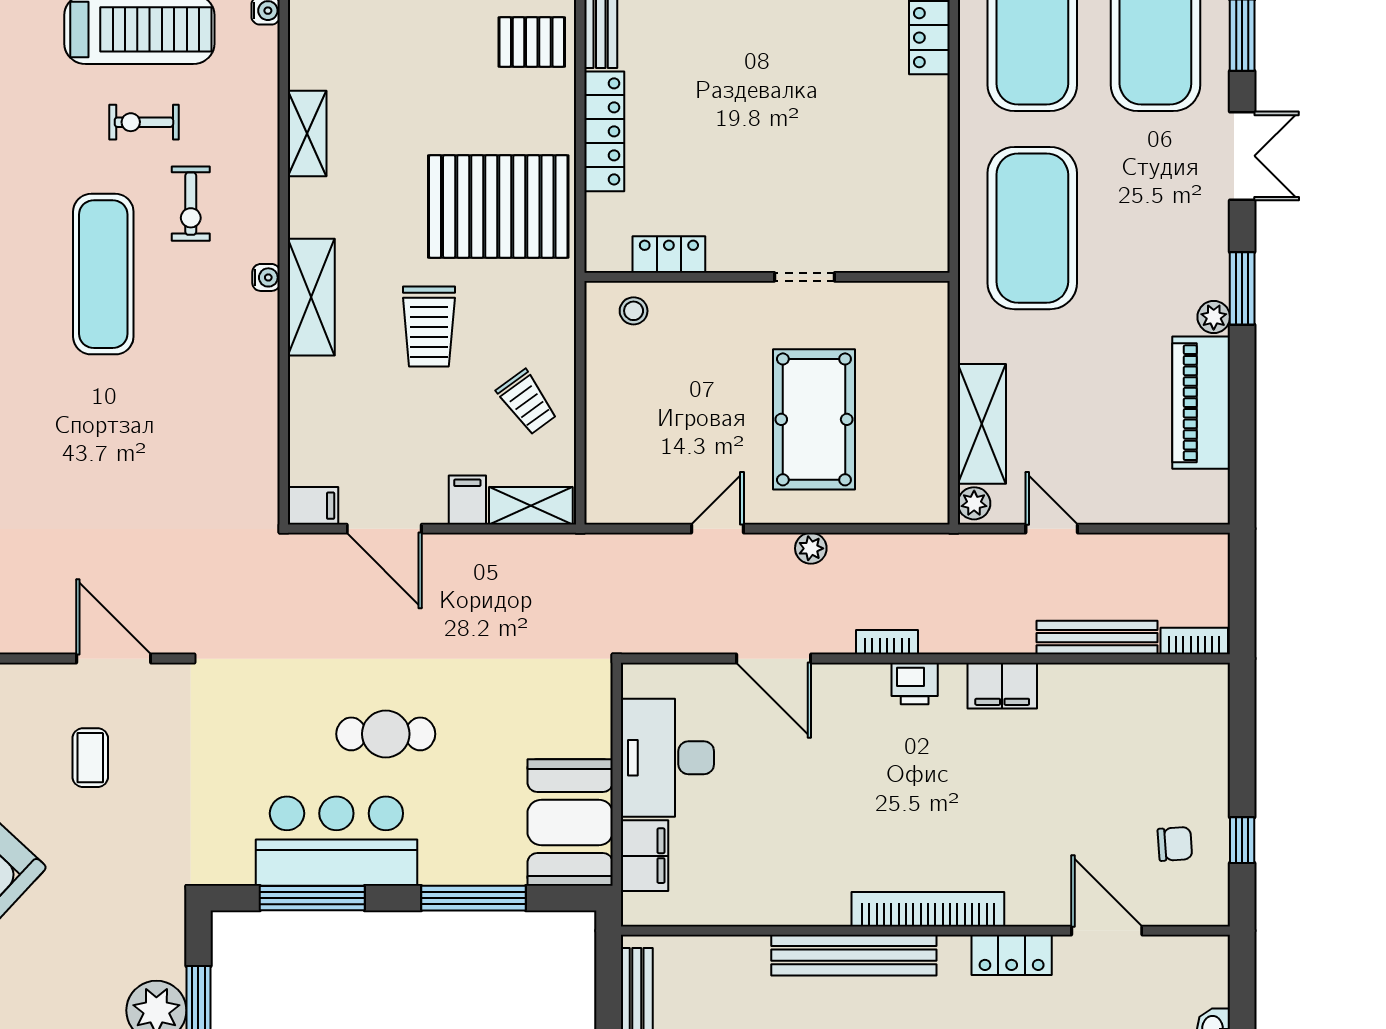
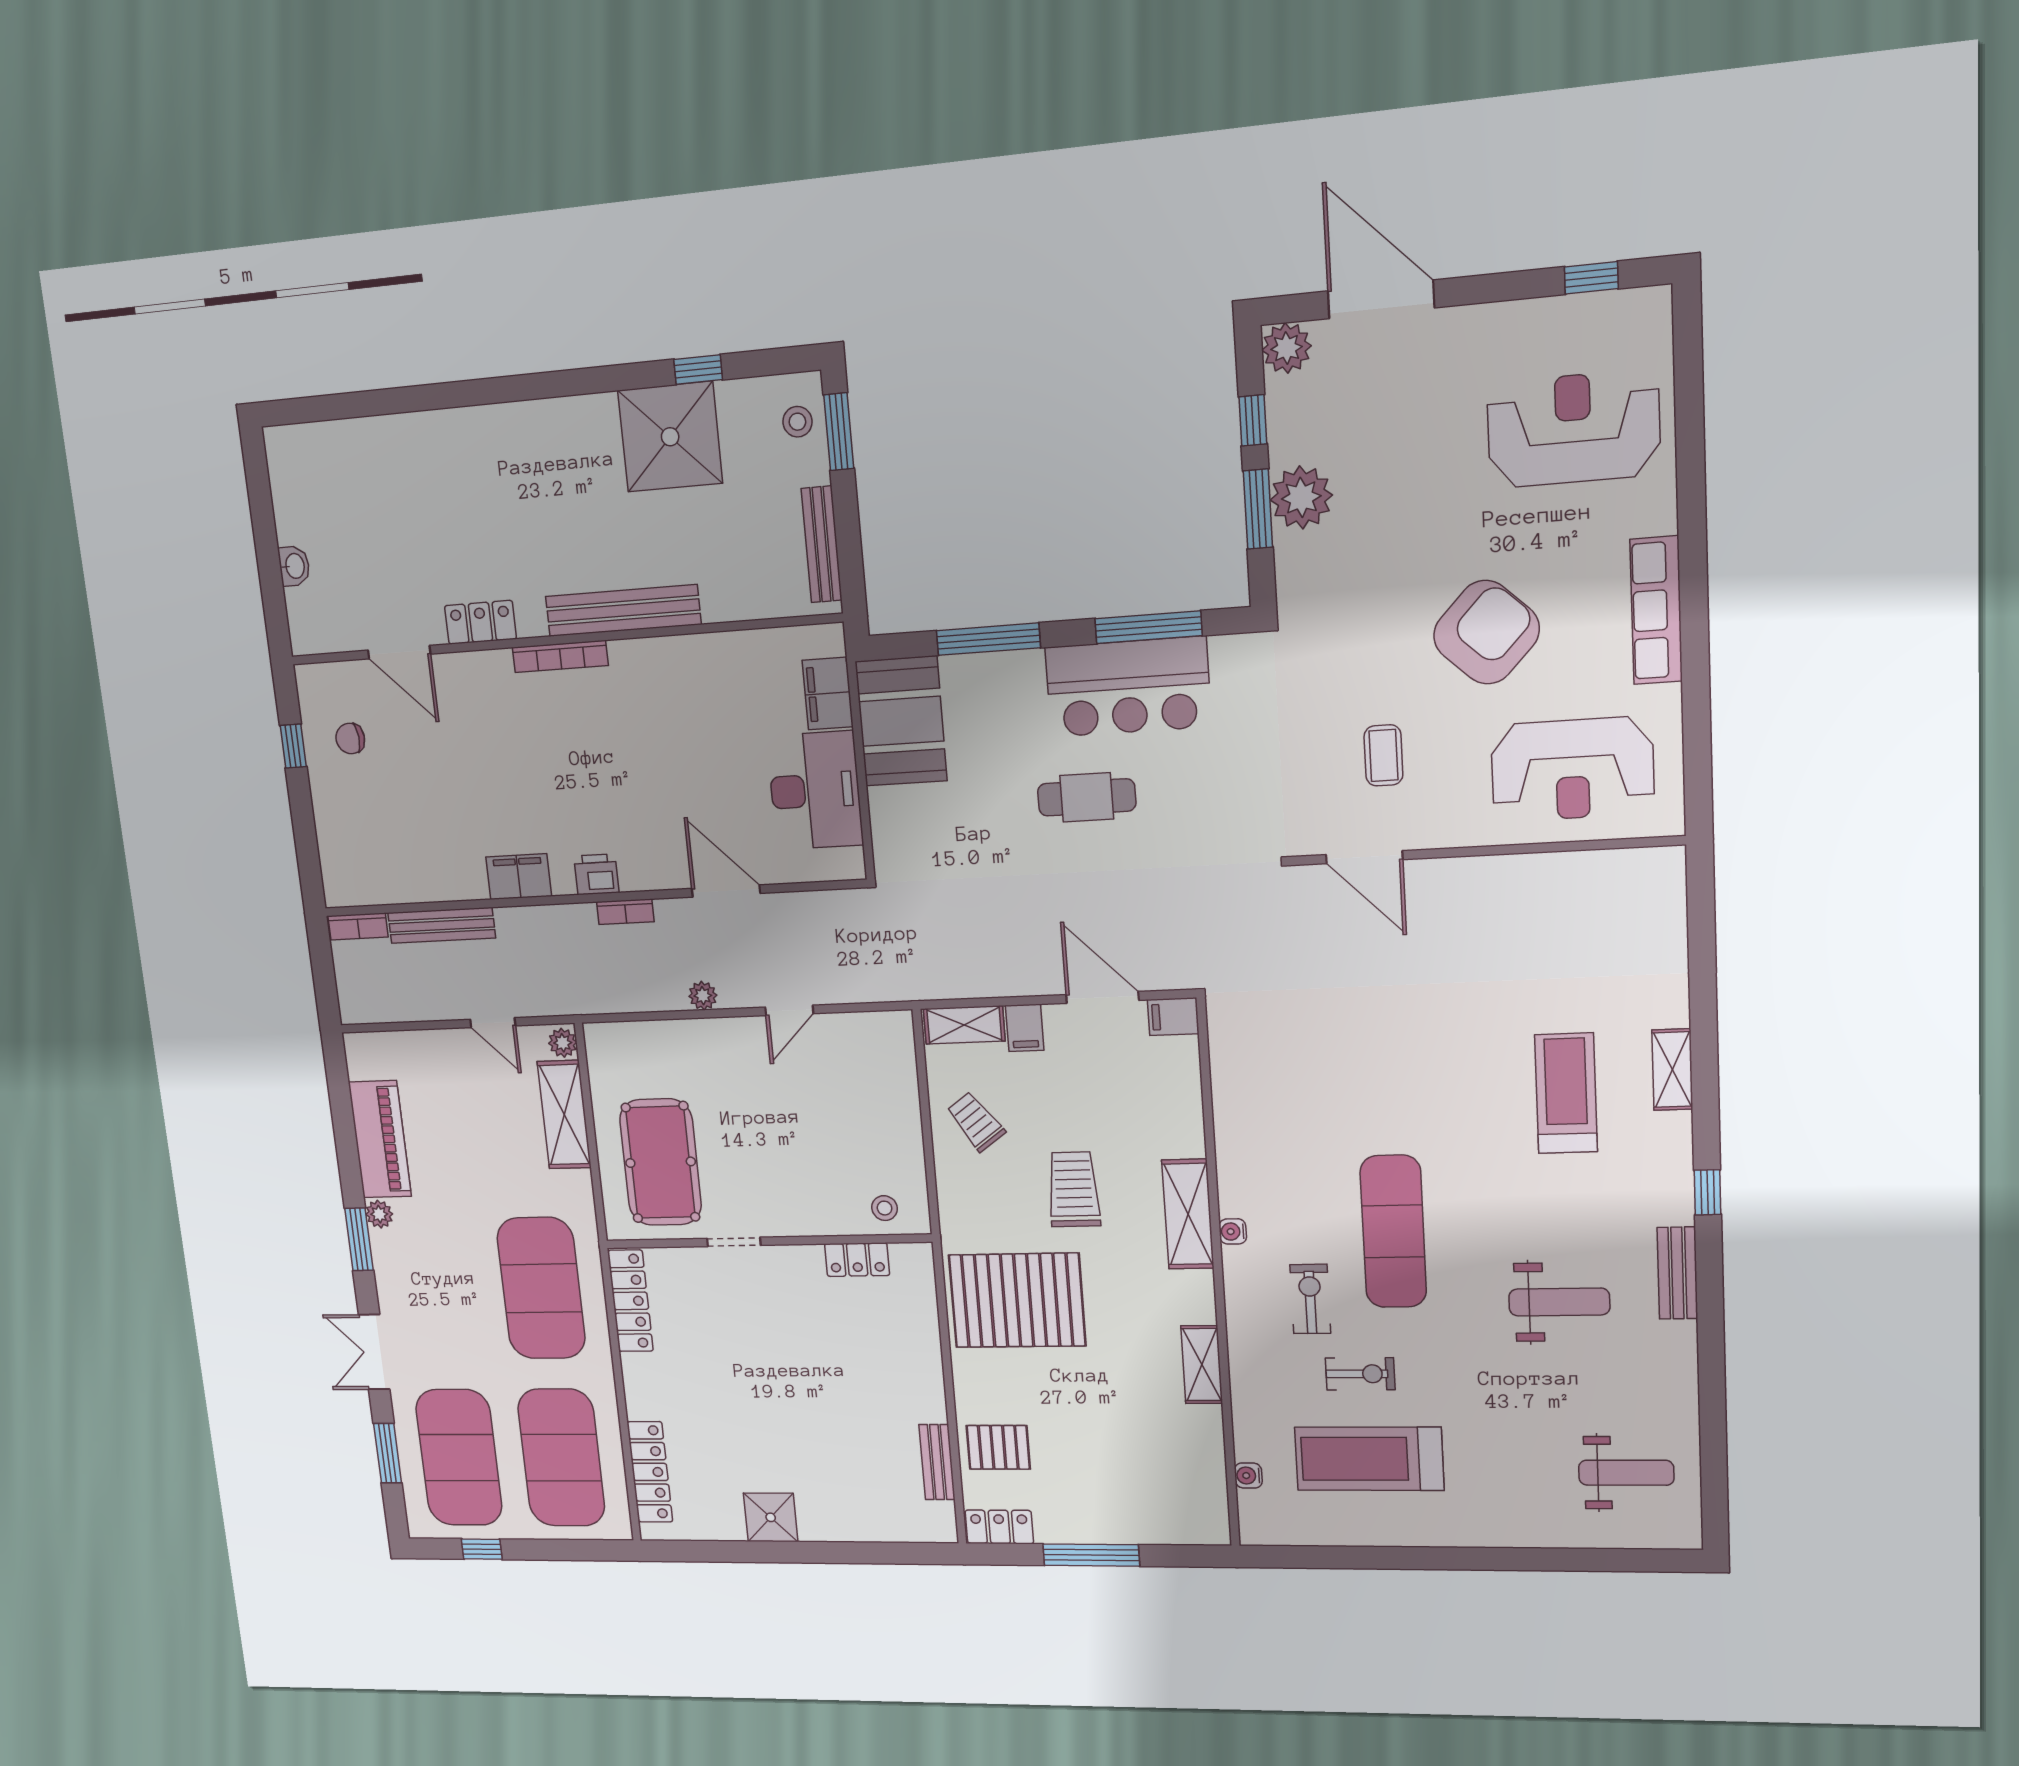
locker: (604, 131) -> (630, 1301), moved, turned 180
pool table: (814, 419) -> (661, 1162), moved
bookcase: (928, 909) -> (560, 656), width x0.68, depth x0.76

